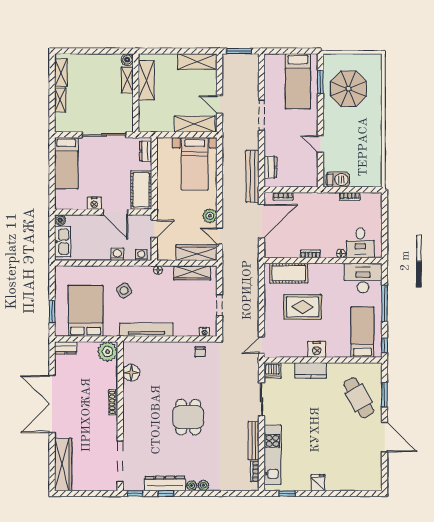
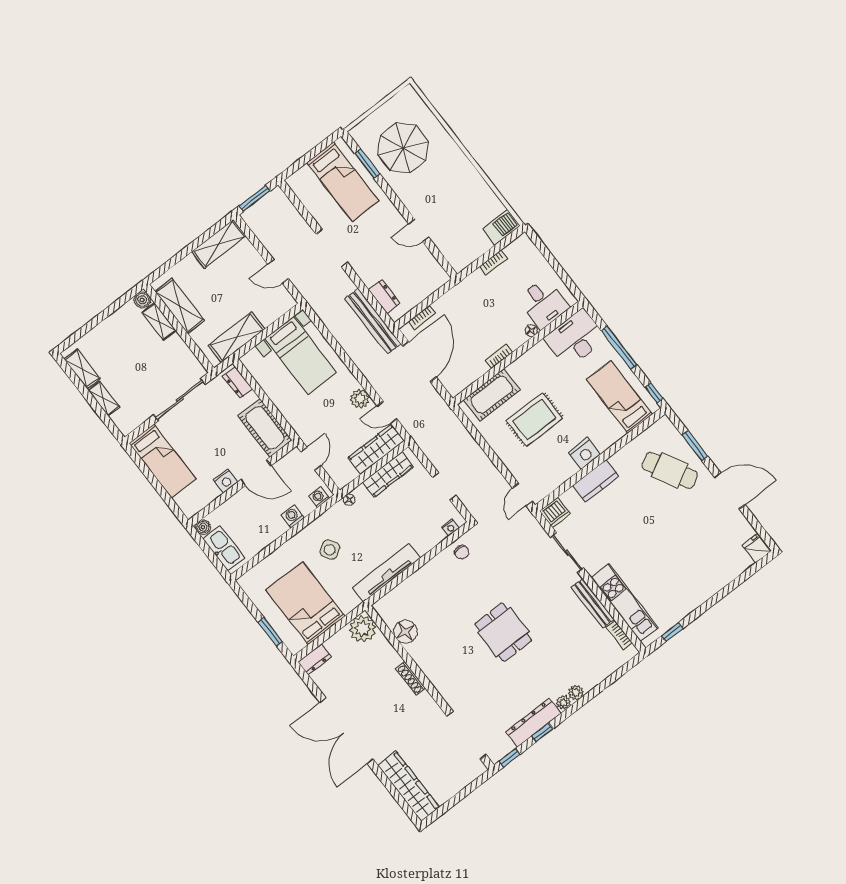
shelving: (195, 124) -> (236, 337), moved
barbecue: (338, 180) -> (501, 227), moved
fridge: (318, 483) -> (756, 548), moved

